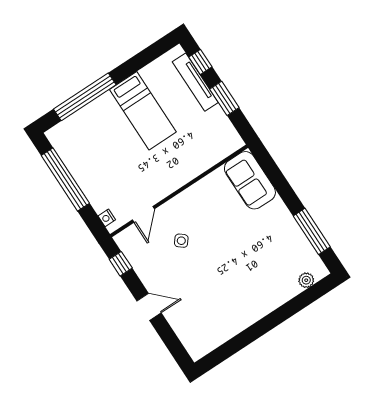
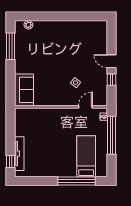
window: (224, 98) -> (11, 137), removed
bed: (143, 111) -> (86, 156), moved
window: (65, 179) -> (111, 135), moved
window: (121, 264) -> (111, 80), moved

